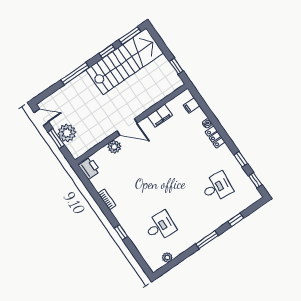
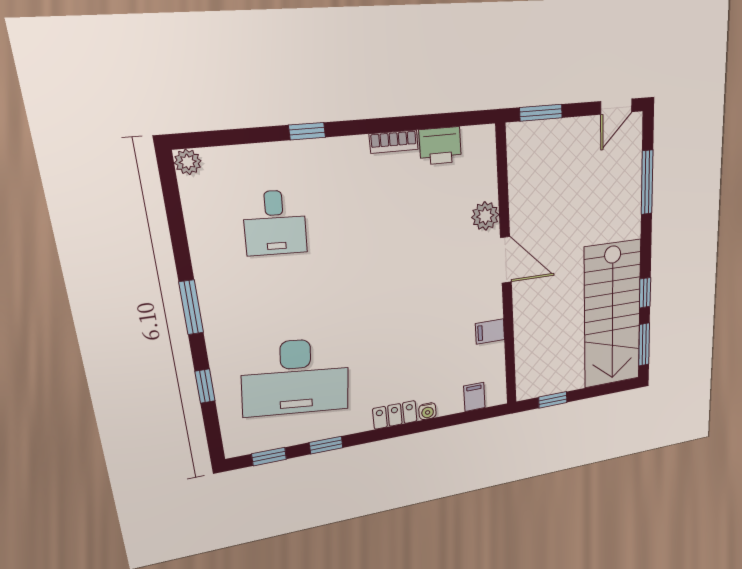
window: (75, 74) -> (647, 182), moved
filing cabinet: (160, 116) -> (490, 332), width x0.50
door: (127, 127) -> (506, 260), swing flipped
plant: (67, 133) -> (562, 138), removed
window: (56, 139) -> (541, 113), moved
printer: (89, 168) -> (440, 146), moved
desk: (217, 187) -> (296, 377), width x1.87, depth x1.30
plant: (167, 258) -> (188, 162), moved

